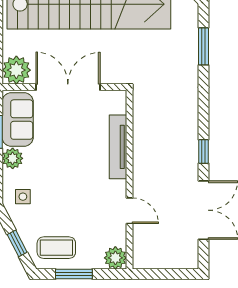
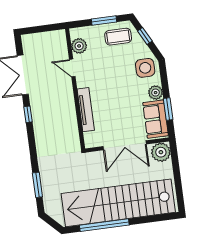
side table: (23, 197) -> (145, 68), width x1.87, depth x1.87
plant: (115, 258) -> (79, 46), moved

